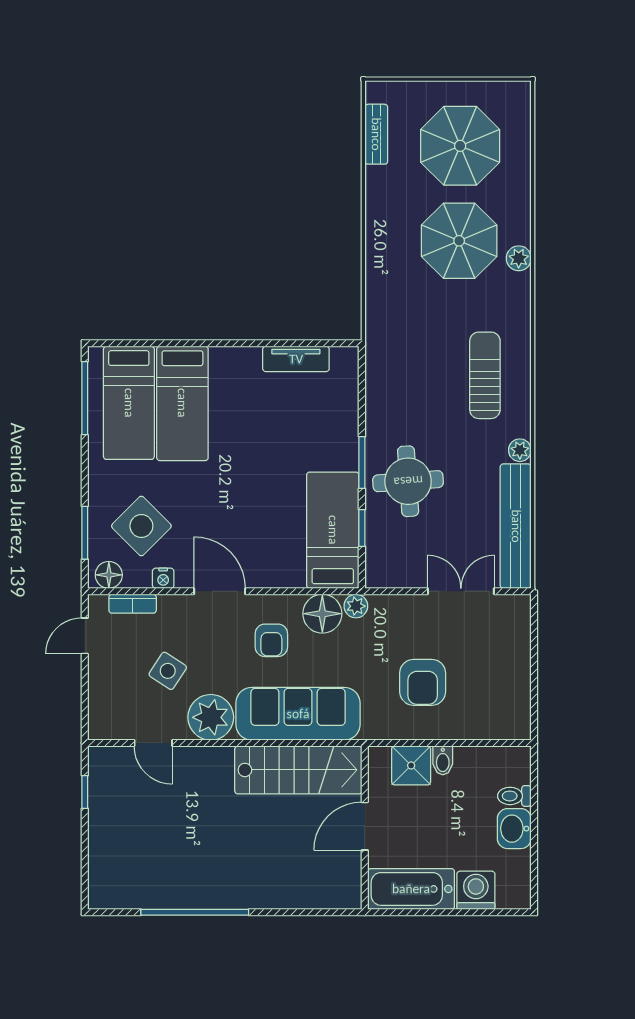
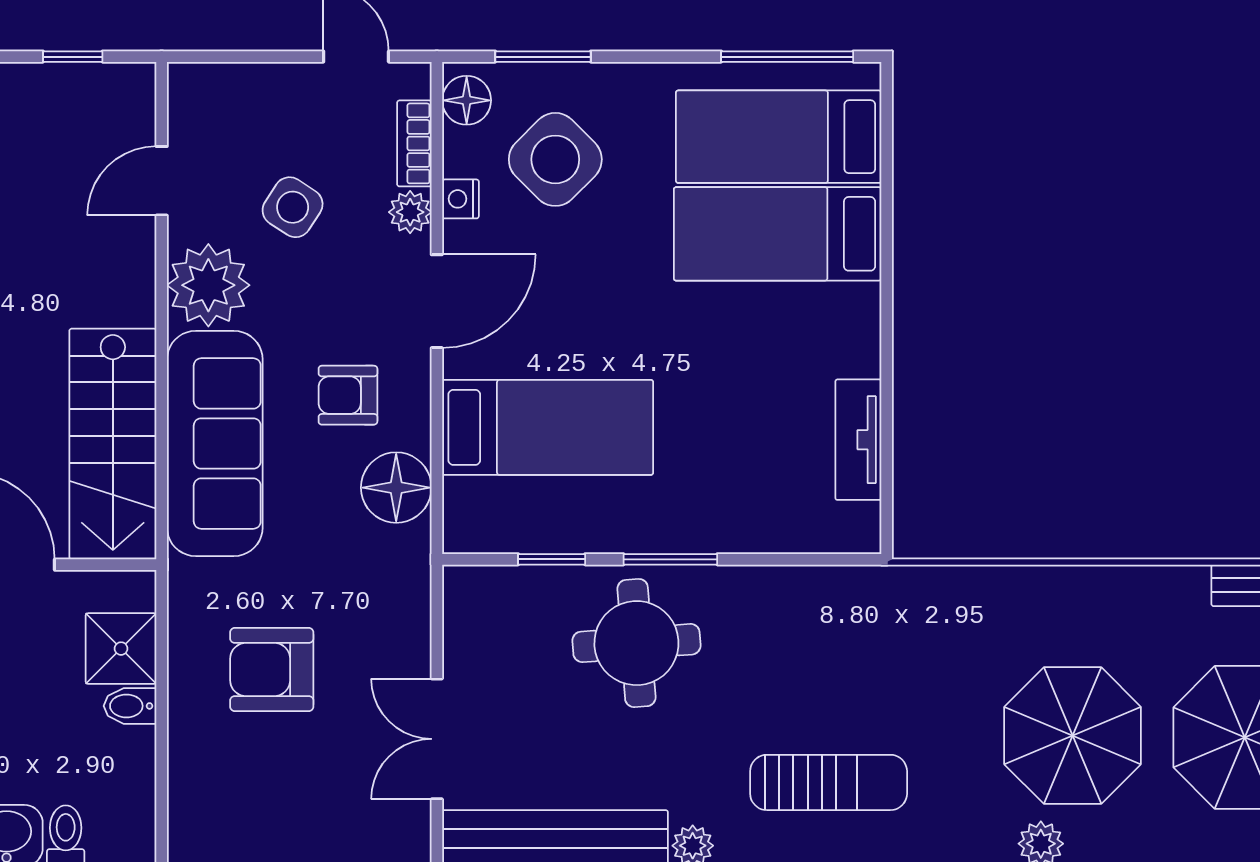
bed: (333, 530) -> (548, 427), moved
double door: (461, 591) -> (437, 739), swing flipped
plant: (356, 606) -> (410, 212), moved

